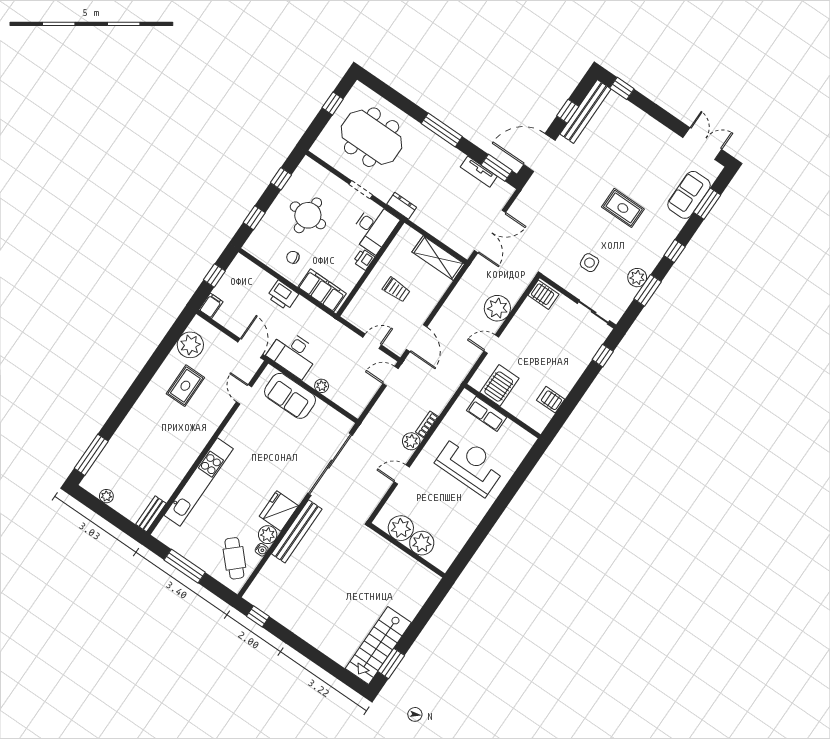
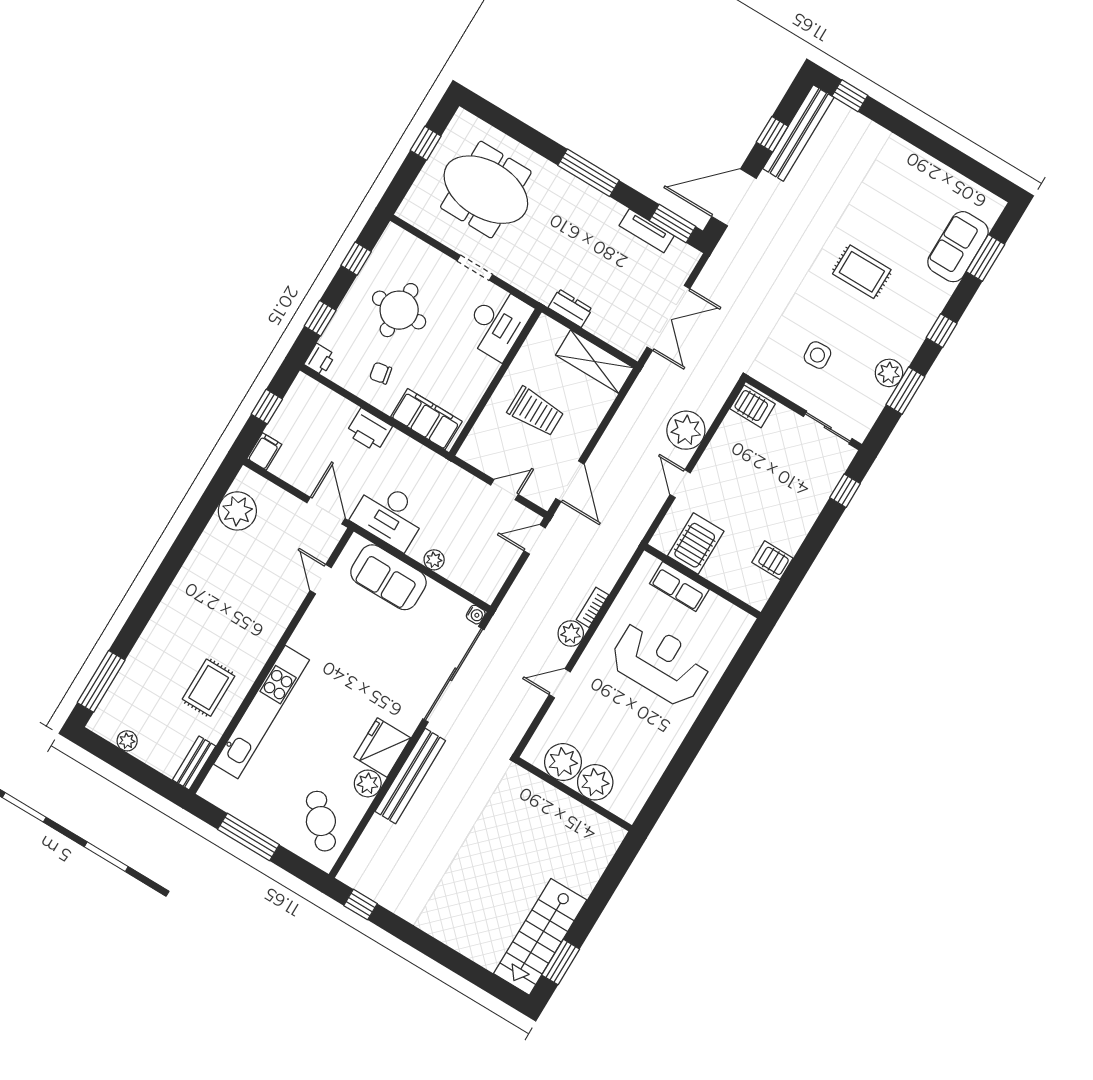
double door: (702, 144) -> (973, 170), removed
dresser: (402, 206) -> (570, 308), moved
printer: (364, 259) -> (320, 359), moved, turned 180
trolley: (396, 290) -> (536, 412), width x1.36, depth x1.39
door: (491, 344) -> (680, 484), hinge flipped
rug: (185, 386) -> (209, 688), moved
water cooler: (262, 550) -> (476, 615), moved

